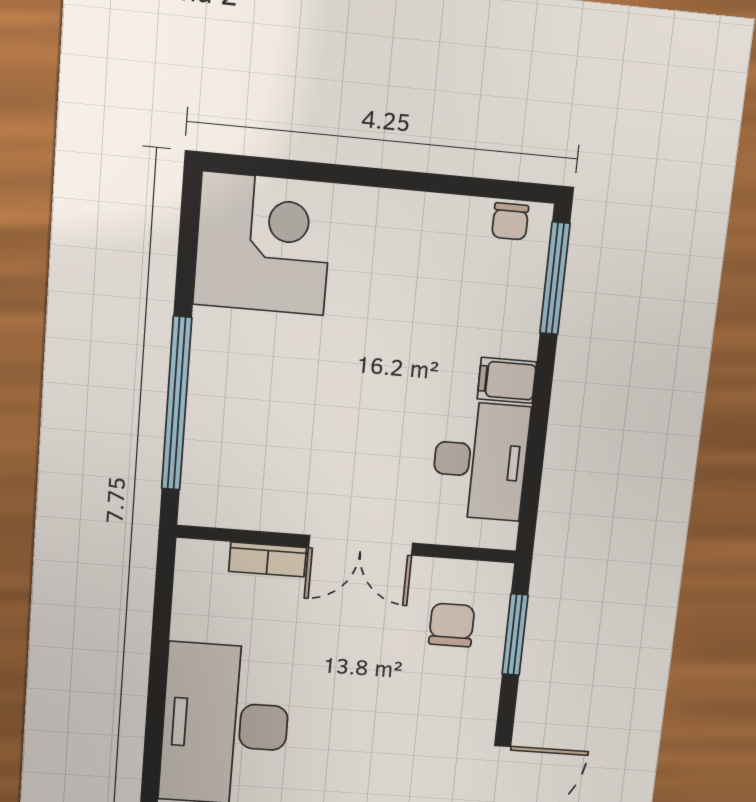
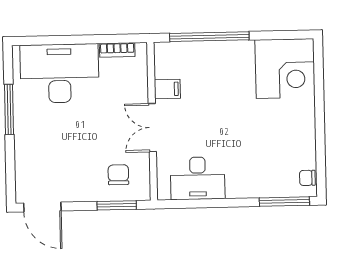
filing cabinet: (507, 380) -> (167, 89), moved, turned 90
bookcase: (268, 559) -> (117, 50), moved, turned -90
chair: (452, 625) -> (118, 175), turned -90

